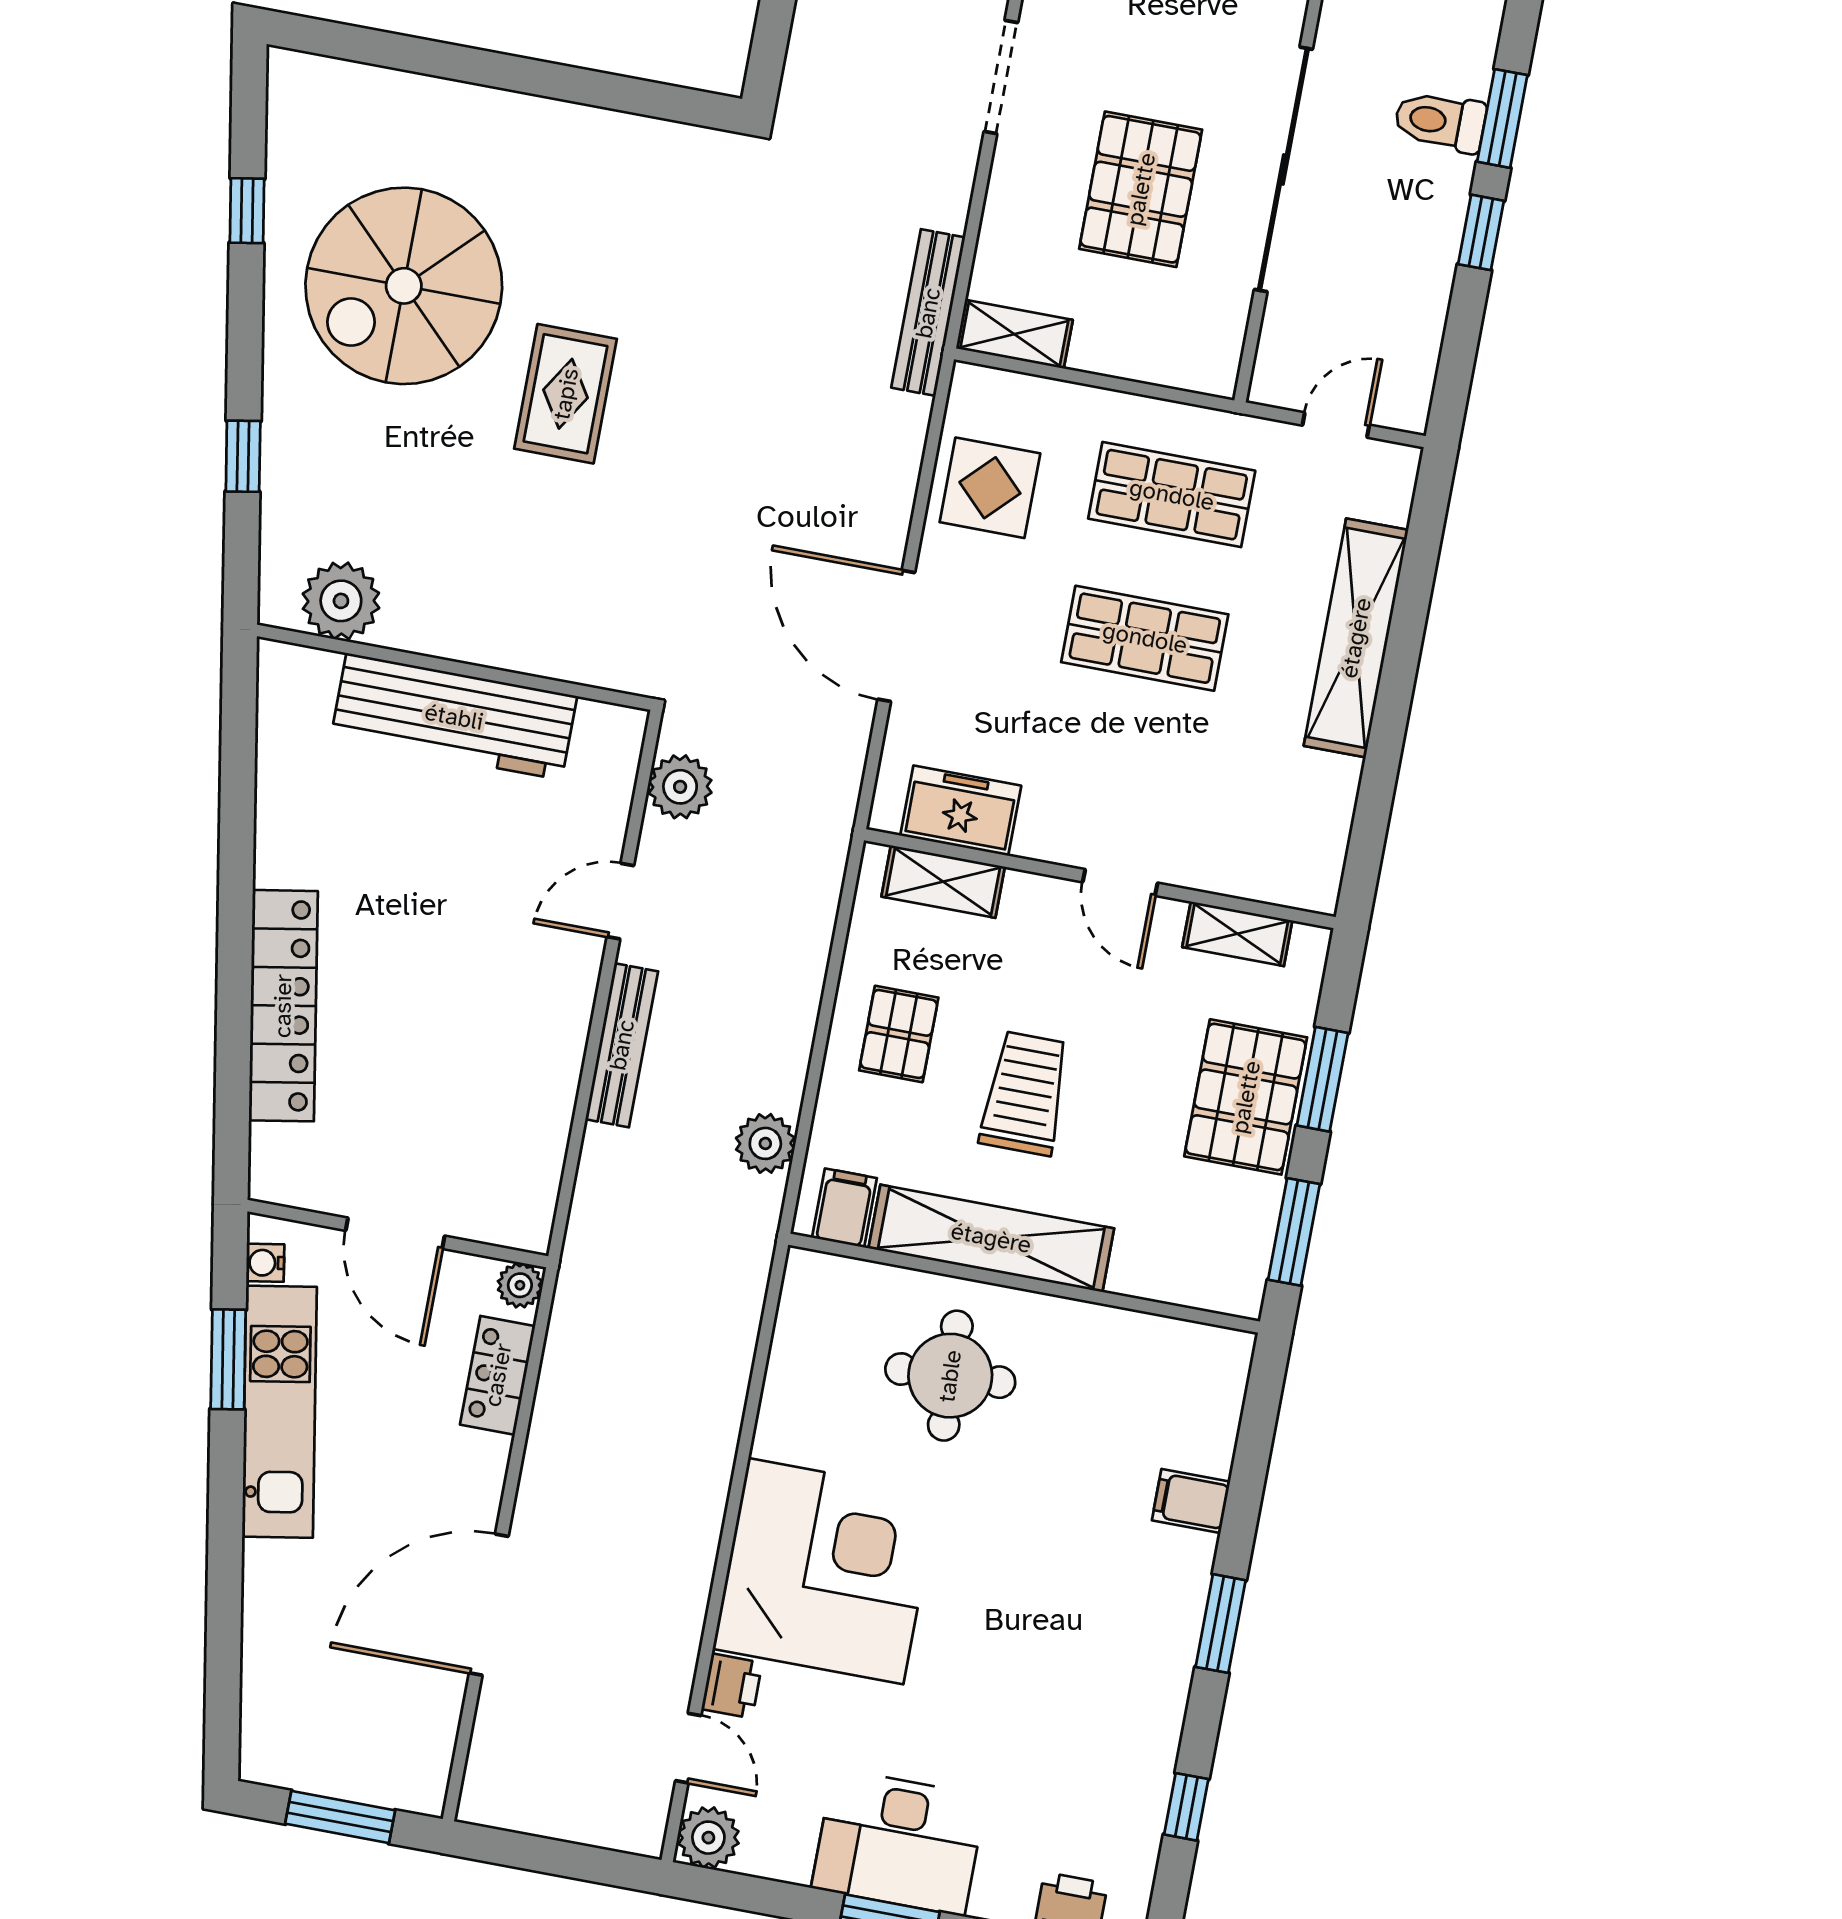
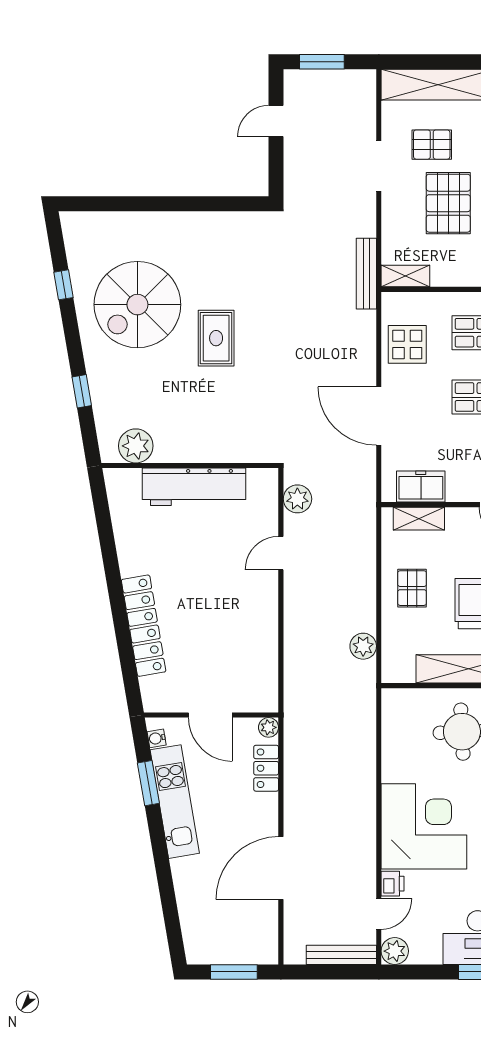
pallet: (1128, 51) -> (432, 145), added
bench: (622, 1045) -> (341, 955), moved, turned 90
filing cabinet: (844, 1208) -> (403, 668), removed
door: (688, 1748) -> (379, 914), hinge flipped

